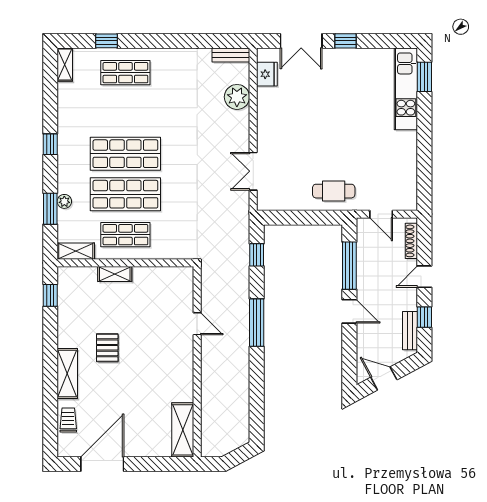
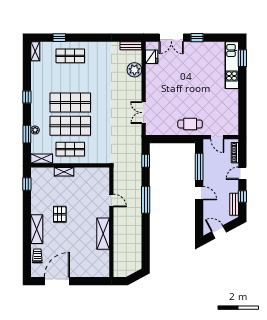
shelving: (183, 430) -> (103, 234), moved

